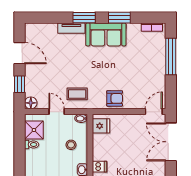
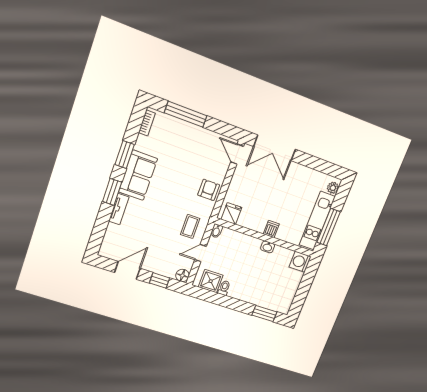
stool: (71, 145) -> (239, 250), removed

